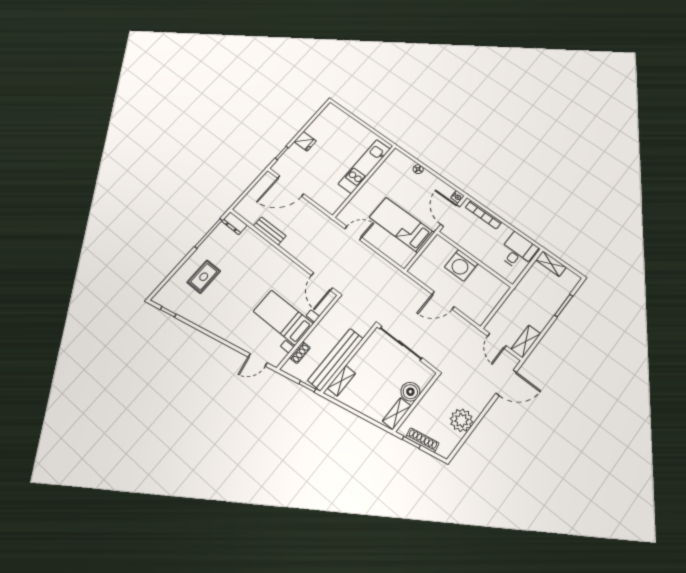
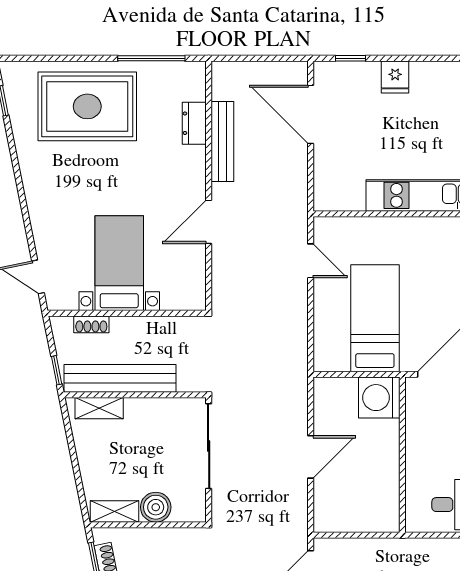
dresser: (234, 223) -> (194, 123), moved
bench: (270, 231) -> (222, 141), width x1.36
washing machine: (461, 265) -> (379, 398), moved
rug: (204, 277) -> (87, 106), width x1.86, depth x2.06
door: (322, 282) -> (209, 222), moved
door: (443, 300) -> (311, 457), swing flipped

